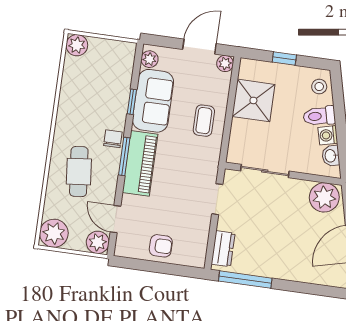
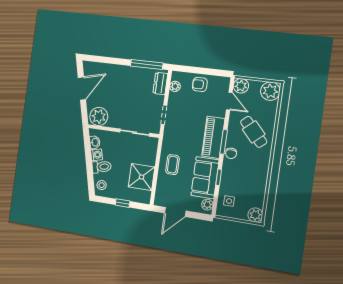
plant: (225, 63) -> (175, 86), moved
side table: (116, 65) -> (229, 201), added
cafe table: (79, 172) -> (254, 132), turned -36

